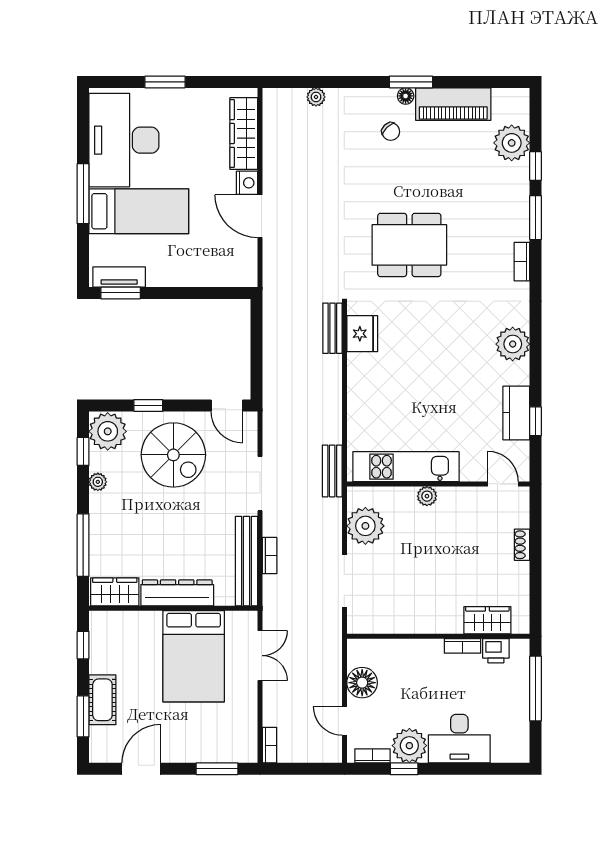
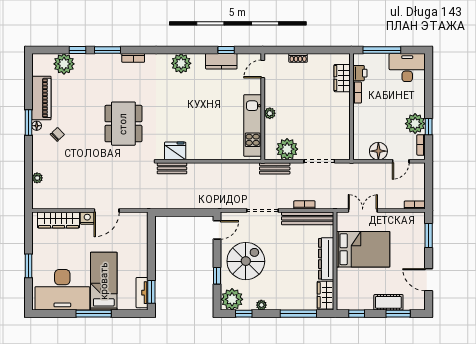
bench: (332, 471) -> (275, 168), moved
desk: (459, 739) -> (407, 68), moved, turned -90

